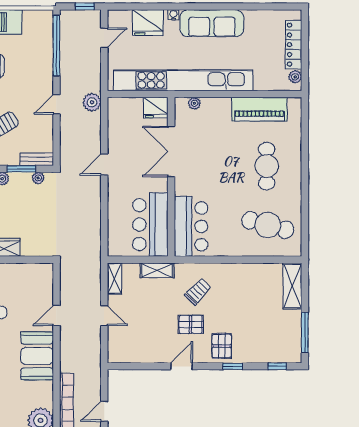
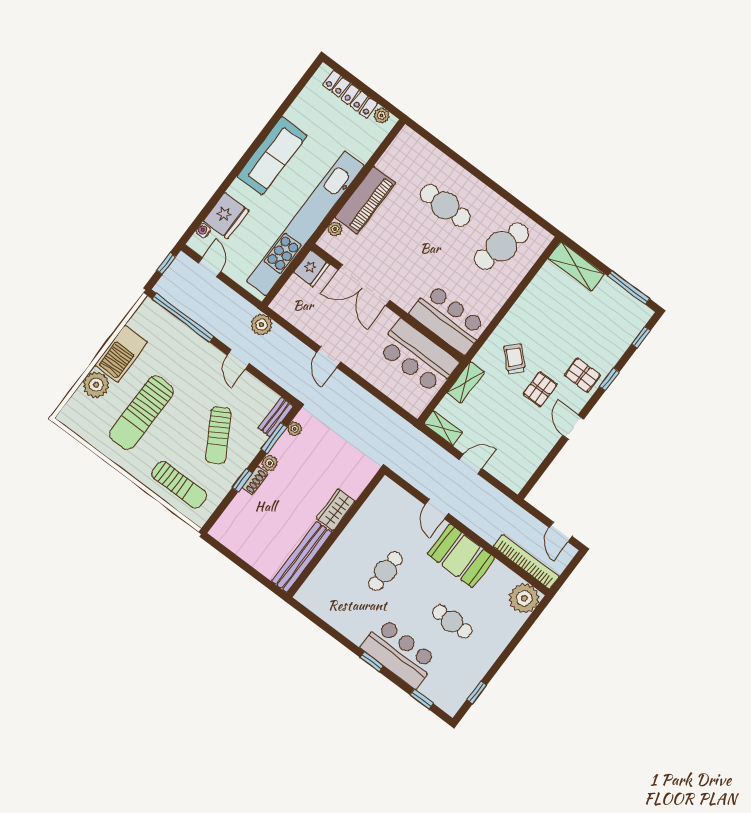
water cooler: (174, 15) -> (203, 230), moved
piano: (259, 109) -> (365, 200), moved

